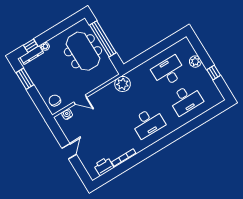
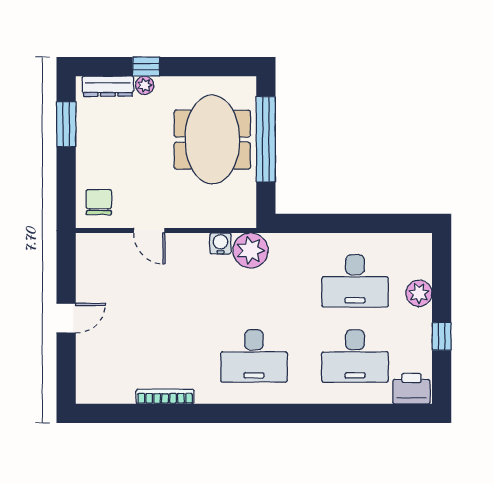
window: (31, 46) -> (146, 67), moved
desk: (169, 71) -> (355, 281), turned 180
water cooler: (67, 114) -> (220, 243), moved
printer: (104, 166) -> (411, 389), moved

